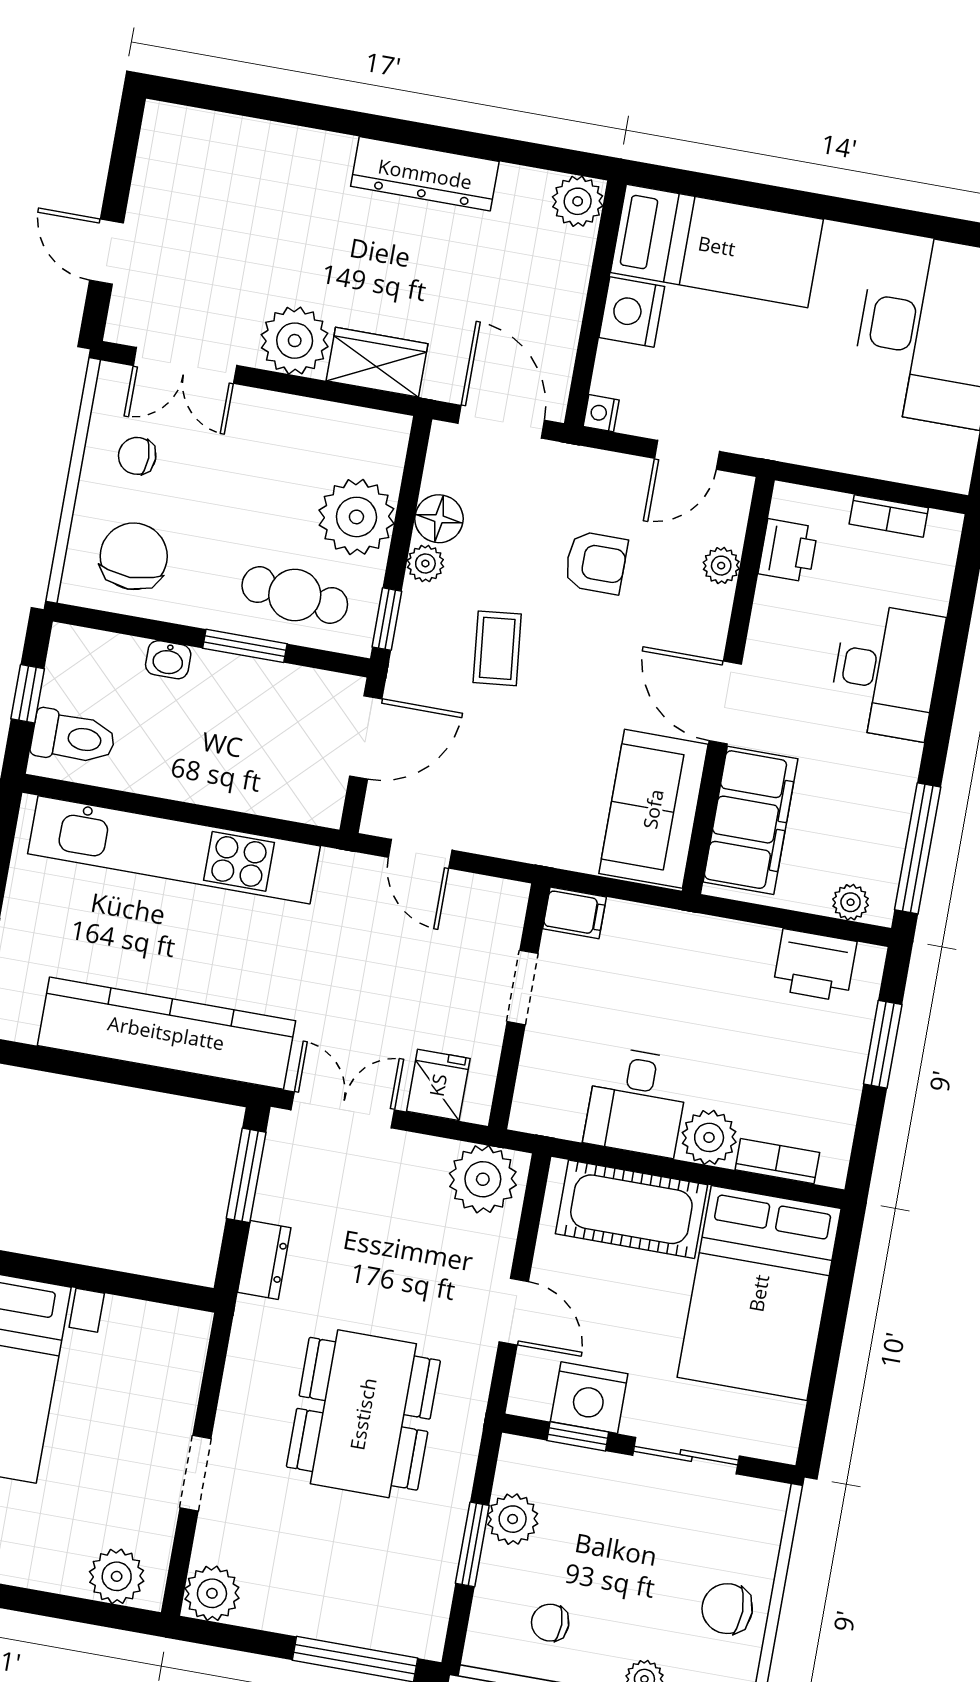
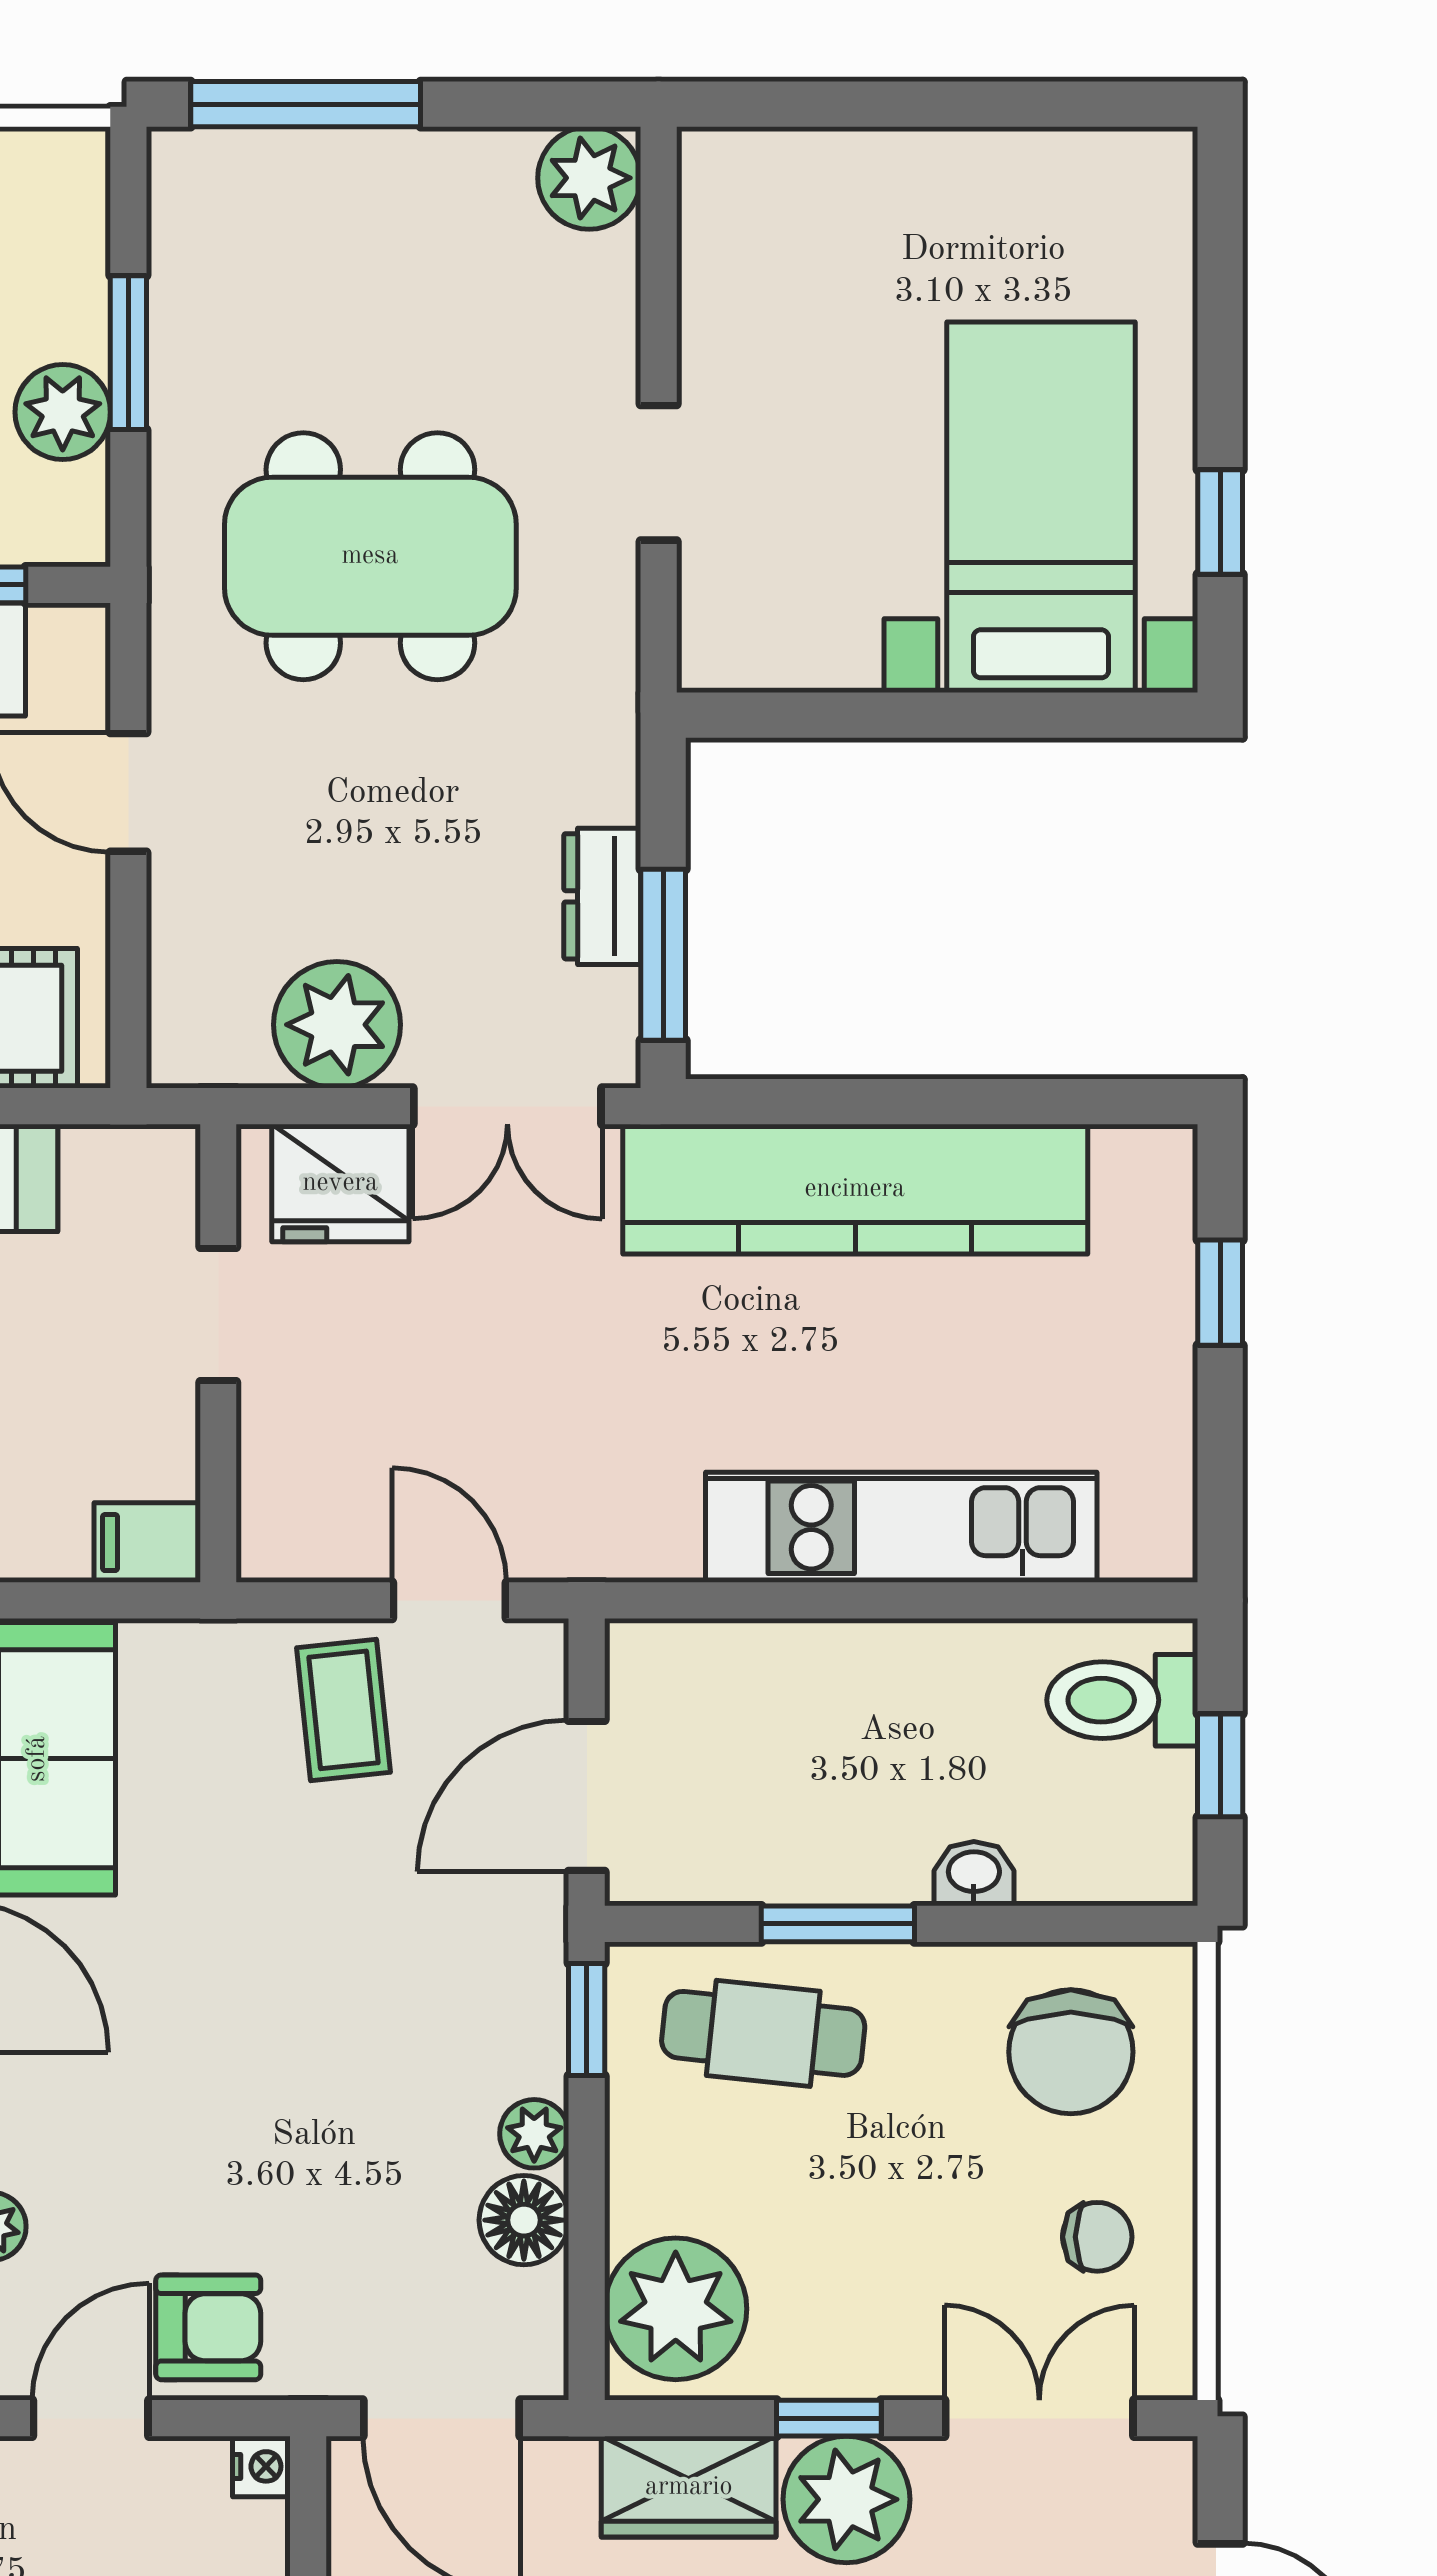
window: (296, 385) -> (829, 2418), added
plant: (356, 517) -> (676, 2309), moved
armchair: (596, 563) -> (208, 2327), moved, turned 180
coffee table: (497, 648) -> (343, 1710), moved
kitchen unit: (174, 850) -> (901, 1527), width x0.73
doorway: (522, 987) -> (218, 1315), moved
fridge: (438, 1085) -> (340, 1183), width x1.38
plant: (483, 1179) -> (337, 1025), moved
dresser: (264, 1260) -> (602, 896), moved
dining table: (363, 1414) -> (370, 556), turned 90
doorway: (195, 1473) -> (659, 473), moved
plant: (117, 1576) -> (769, 178), removed

